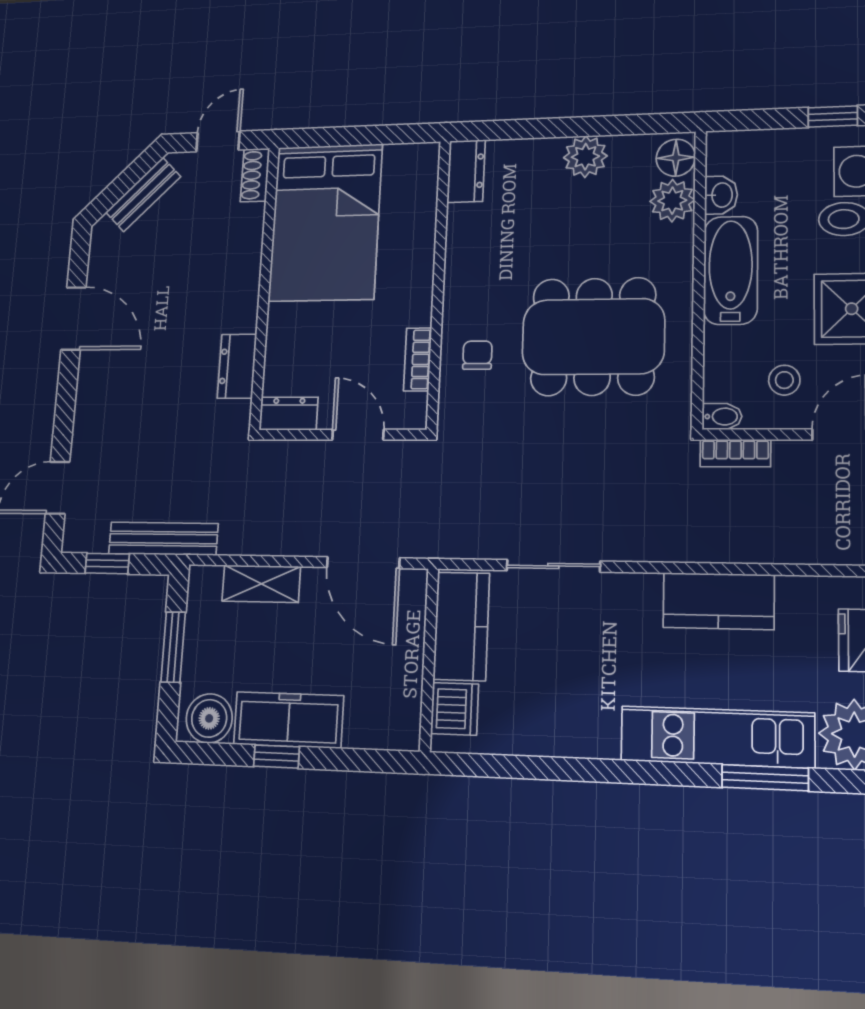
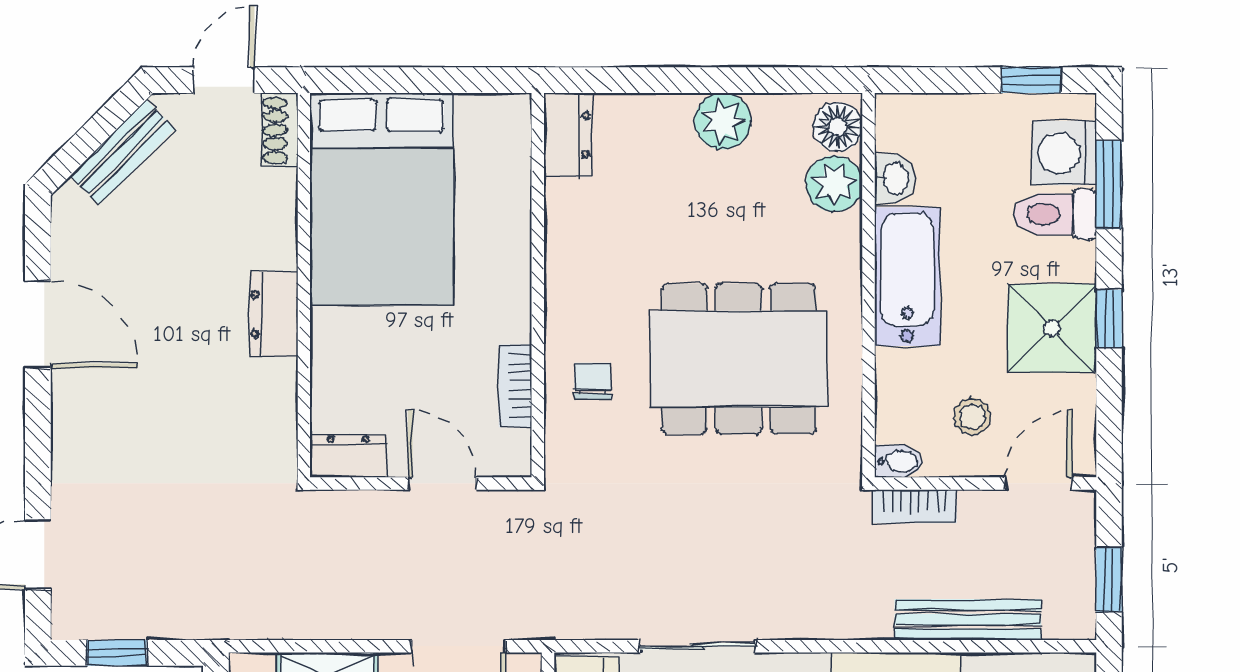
dresser: (237, 366) -> (274, 314), moved
bench: (163, 539) -> (968, 620), moved

